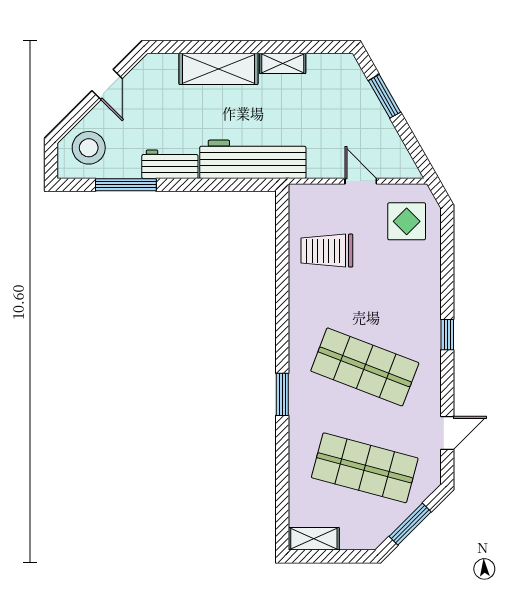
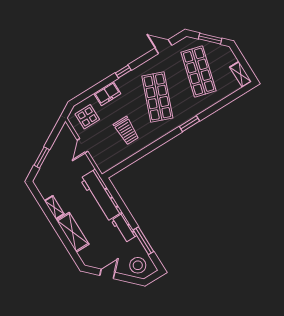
trolley: (327, 251) -> (126, 131), moved
freezer: (426, 282) -> (107, 94), added

